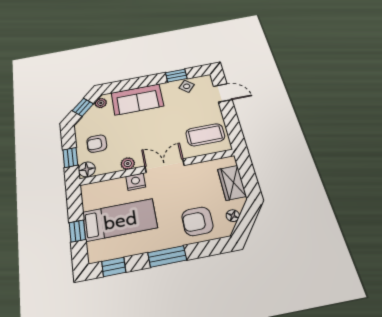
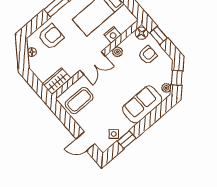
nightstand: (136, 182) -> (112, 35), moved
wardrobe: (232, 183) -> (57, 81), moved, turned -90

